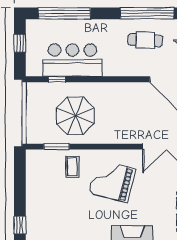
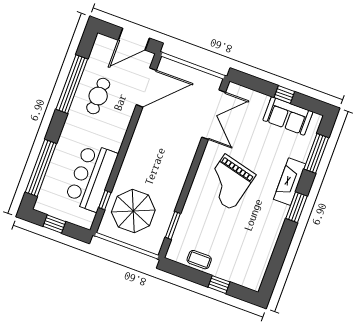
parasol: (75, 116) -> (133, 211), moved
coffee table: (72, 167) -> (199, 260), moved
window: (20, 225) -> (219, 285), moved

